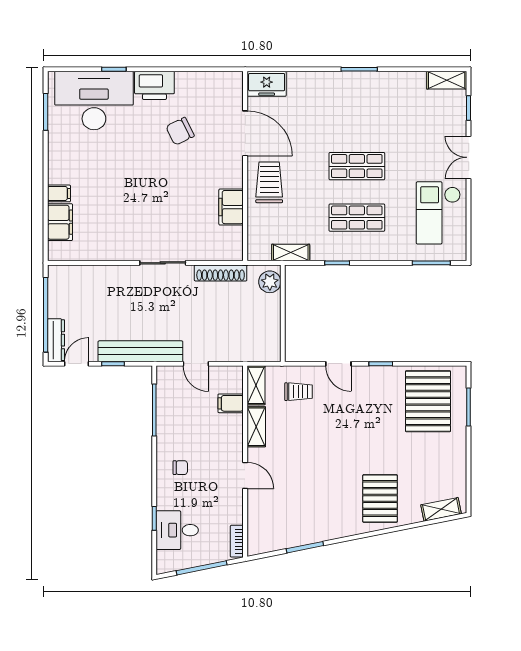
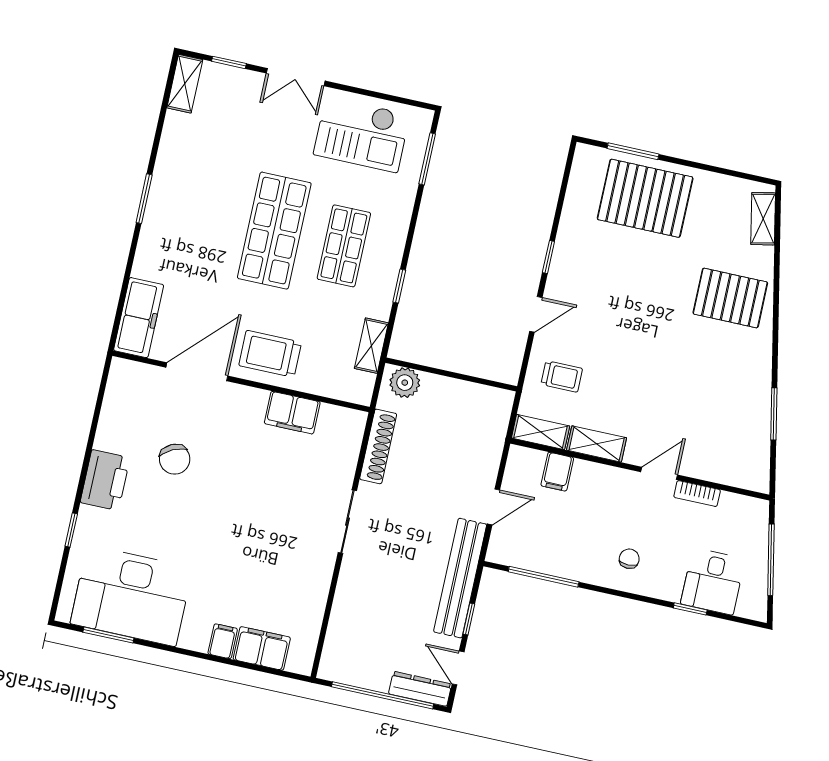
freezer: (267, 84) -> (139, 318), width x1.40
desk: (94, 101) -> (131, 596), moved, turned -90
shop shelf: (357, 166) -> (274, 231), width x1.43, depth x1.36
trolley: (299, 392) -> (562, 376), turned 90
pallet: (428, 401) -> (645, 198), moved
bookcase: (237, 541) -> (697, 494), moved

